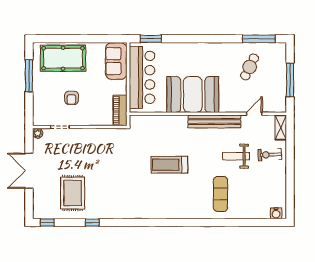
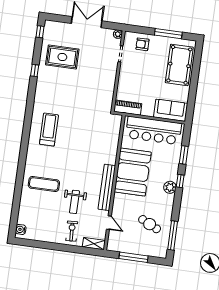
window: (151, 39) -> (184, 155), moved
window: (196, 39) -> (180, 181), added
plant: (204, 49) -> (170, 187), added
armchair: (71, 98) -> (142, 44), moved
weight bench: (236, 156) -> (75, 202), turned 180
treadmill: (169, 165) -> (49, 130), moved

